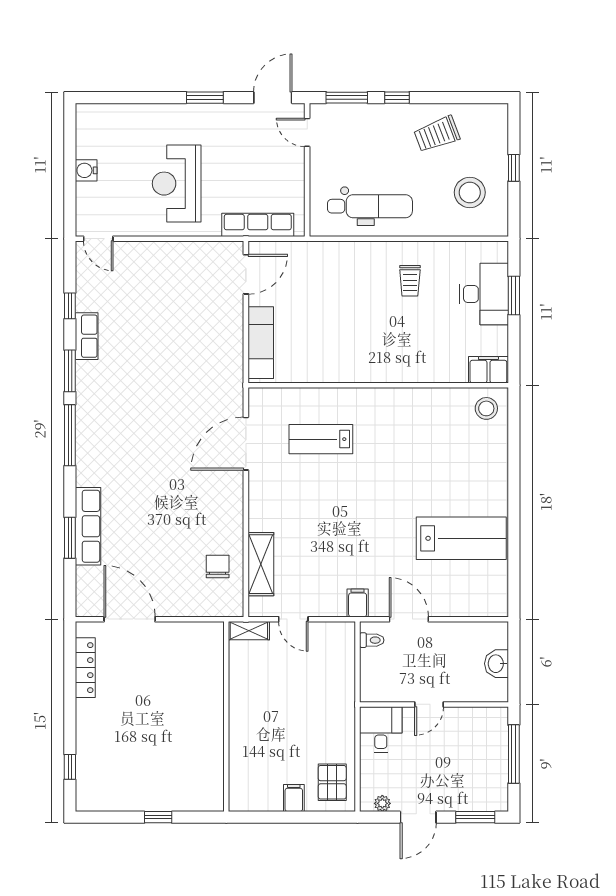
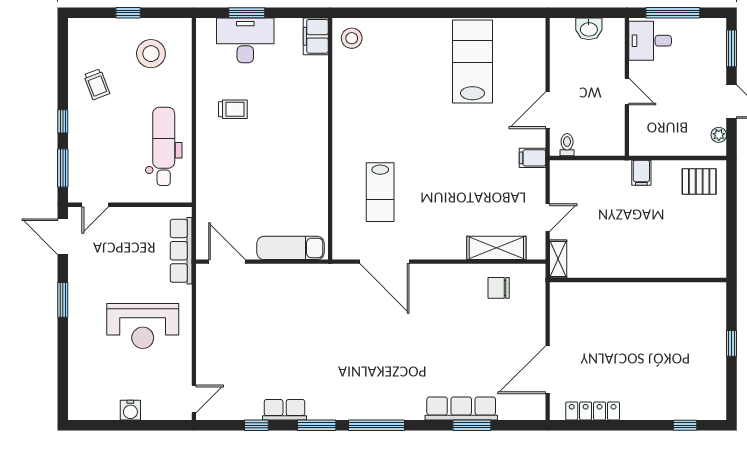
trolley: (437, 134) -> (97, 84), width x0.73, depth x0.72
desk: (381, 729) -> (650, 41), moved
filing cabinet: (294, 798) -> (641, 173), moved, turned -90

